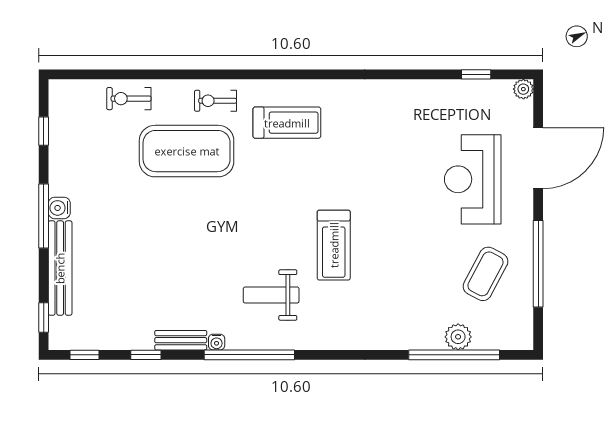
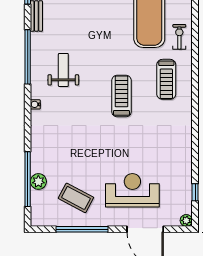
treadmill: (334, 245) -> (121, 96), moved, turned 90
water cooler: (217, 342) -> (35, 104), moved

